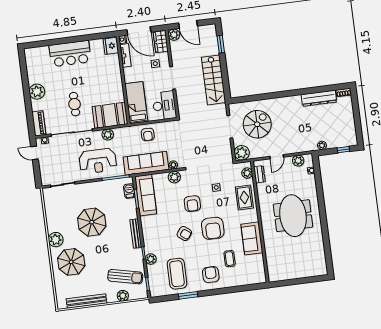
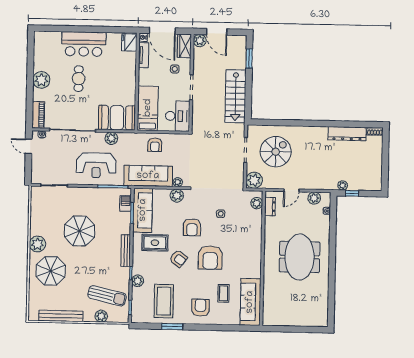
cafe table: (75, 104) -> (79, 79), moved
window: (343, 150) -> (352, 193), moved
rug: (244, 198) -> (155, 243), moved, turned 90
sofa: (252, 238) -> (250, 302), moved, width x1.36

